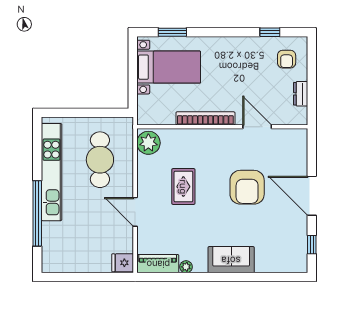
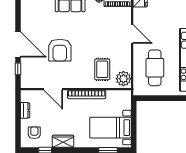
wardrobe: (242, 46) -> (63, 141), added
rug: (183, 187) -> (102, 69), moved
armchair: (247, 187) -> (60, 50), turned 180
window: (312, 245) -> (18, 69), moved

